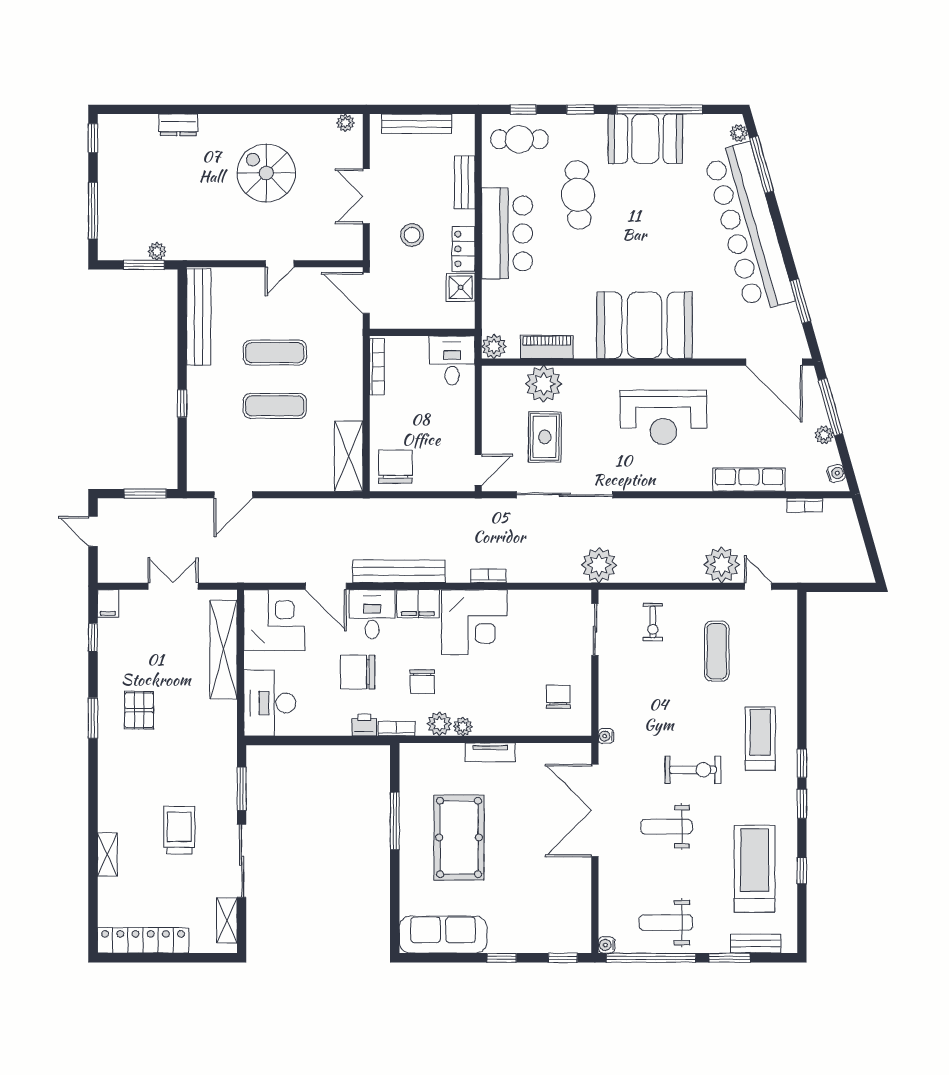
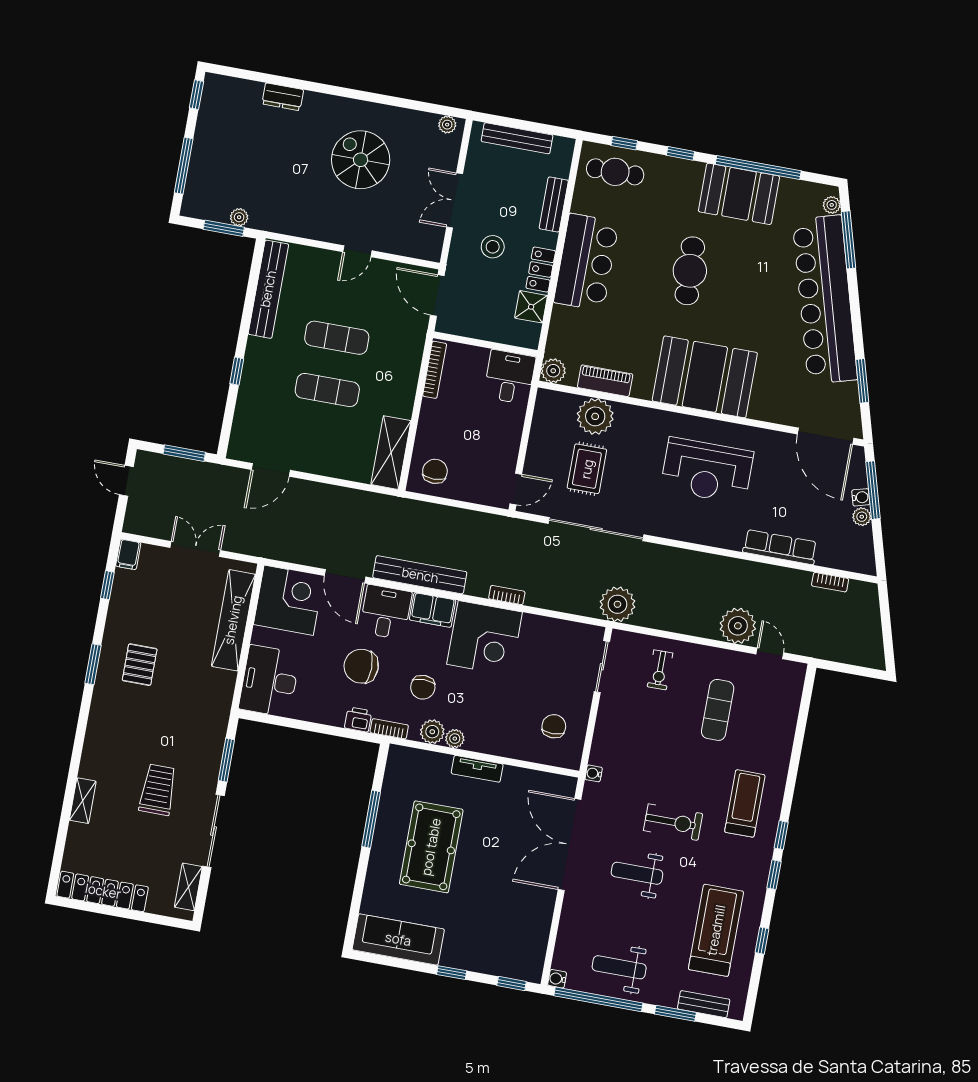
cafe table: (578, 195) -> (690, 271), moved
chair: (395, 467) -> (435, 471), width x0.73, depth x0.73
water cooler: (836, 473) -> (861, 497), moved

